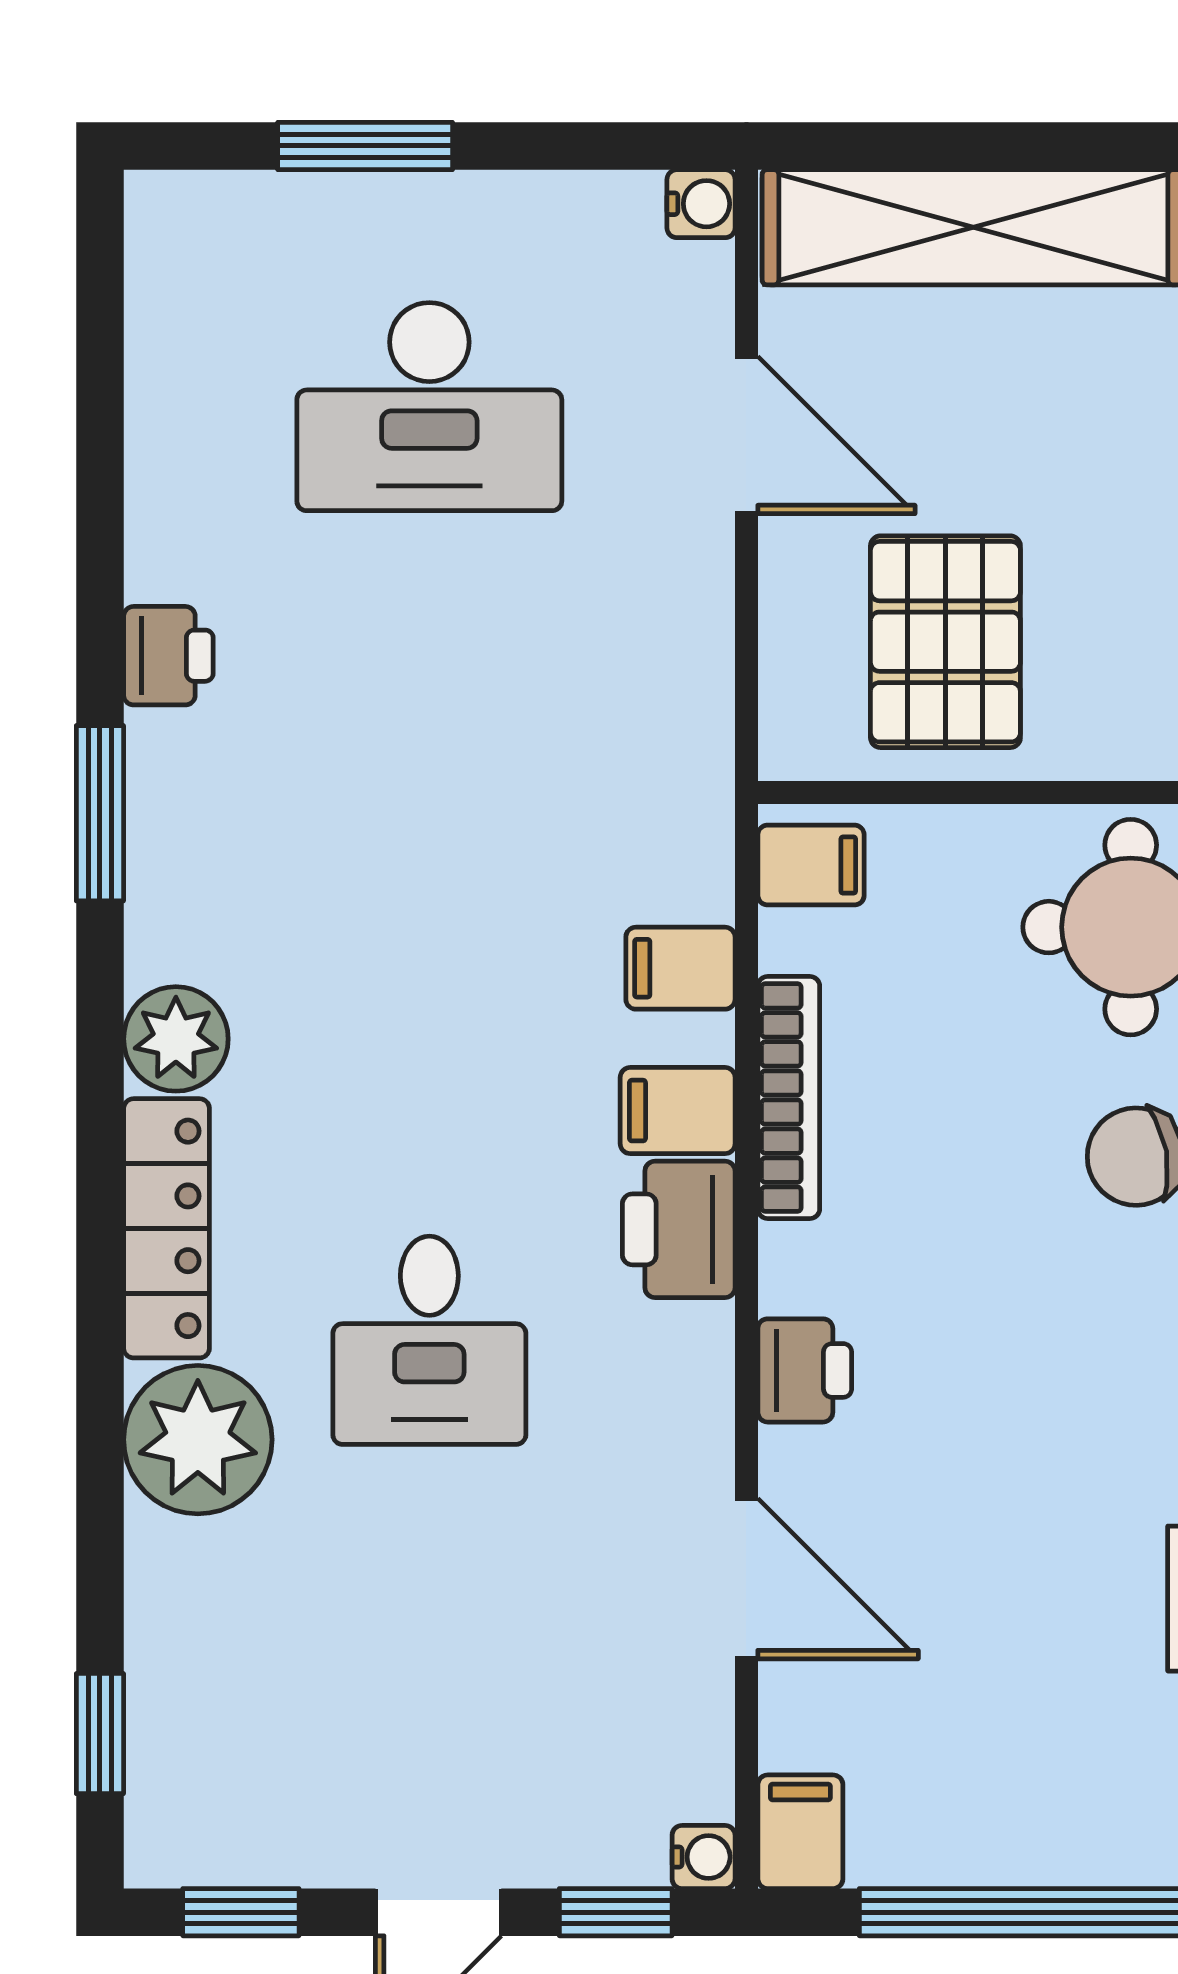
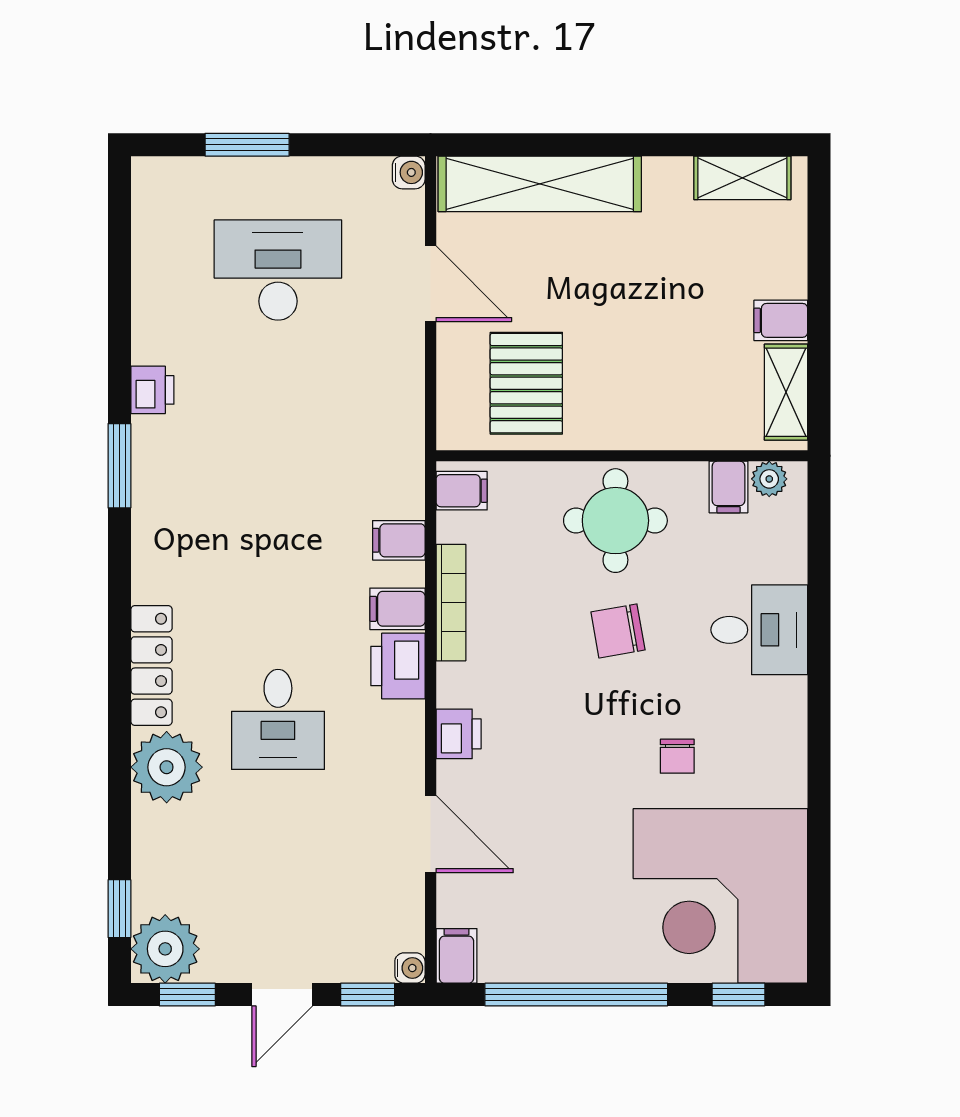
desk: (429, 407) -> (278, 270), turned 180
plant: (176, 1039) -> (165, 949), moved, width x1.36, depth x1.36

